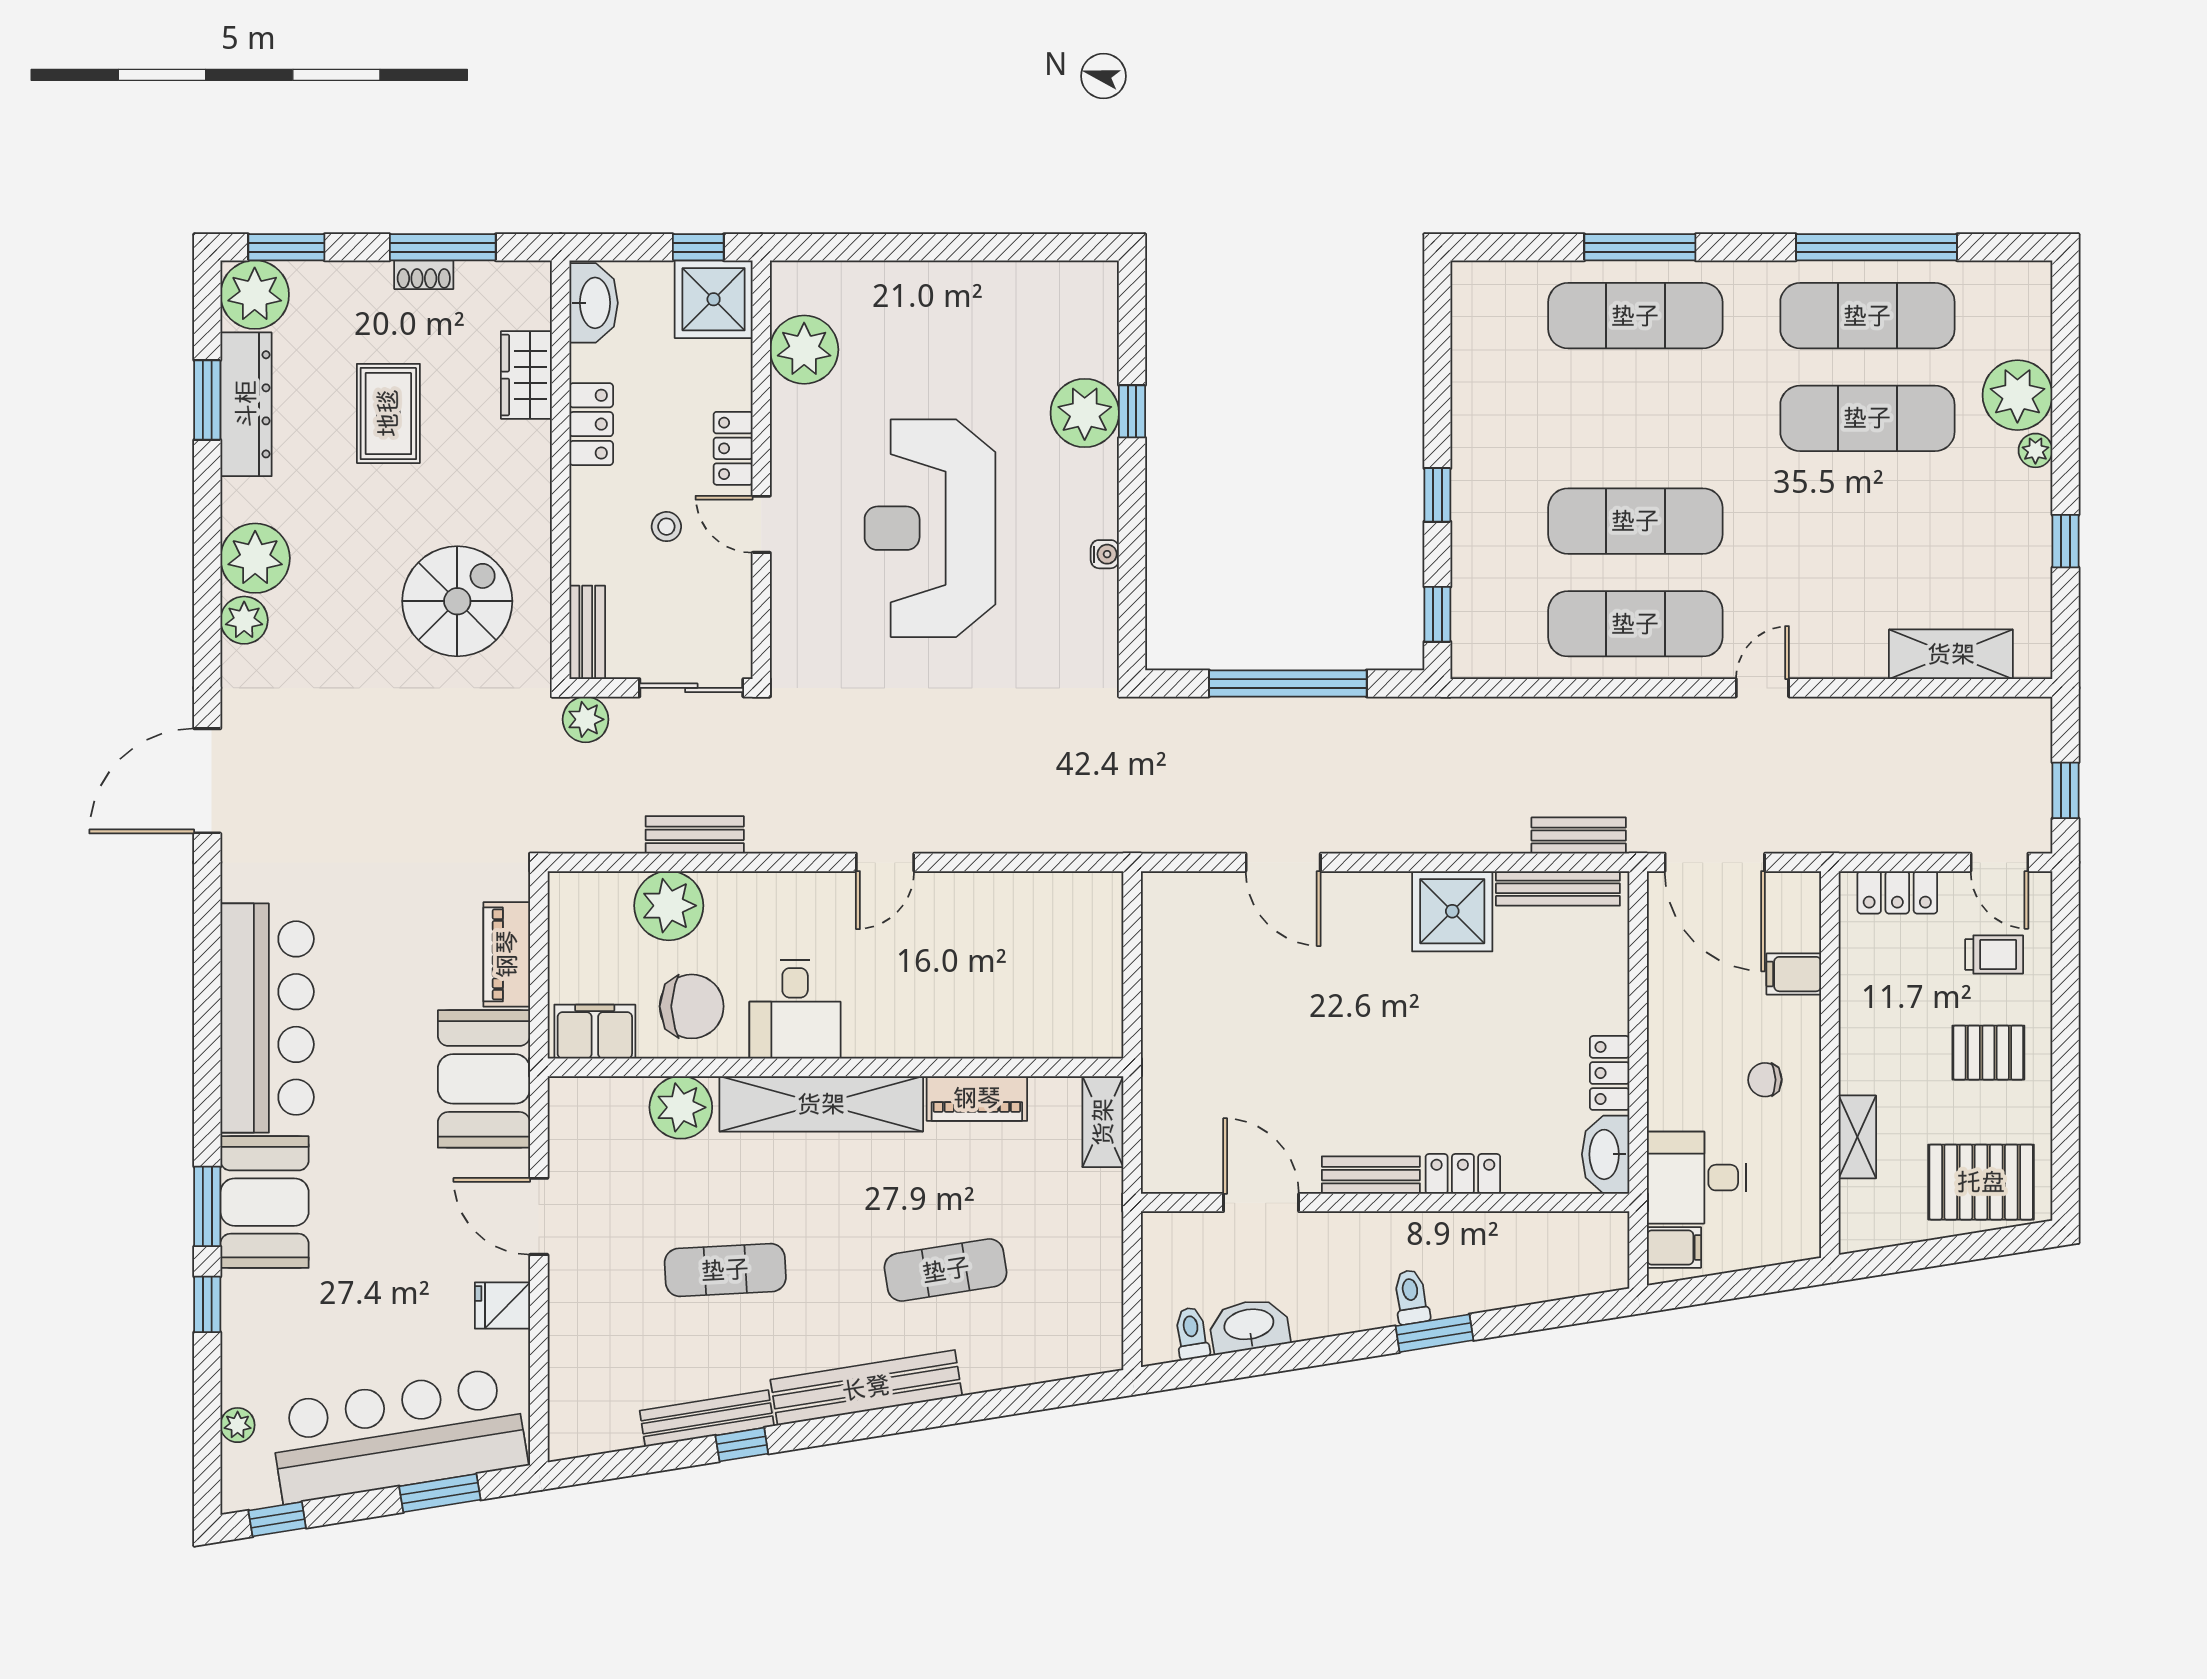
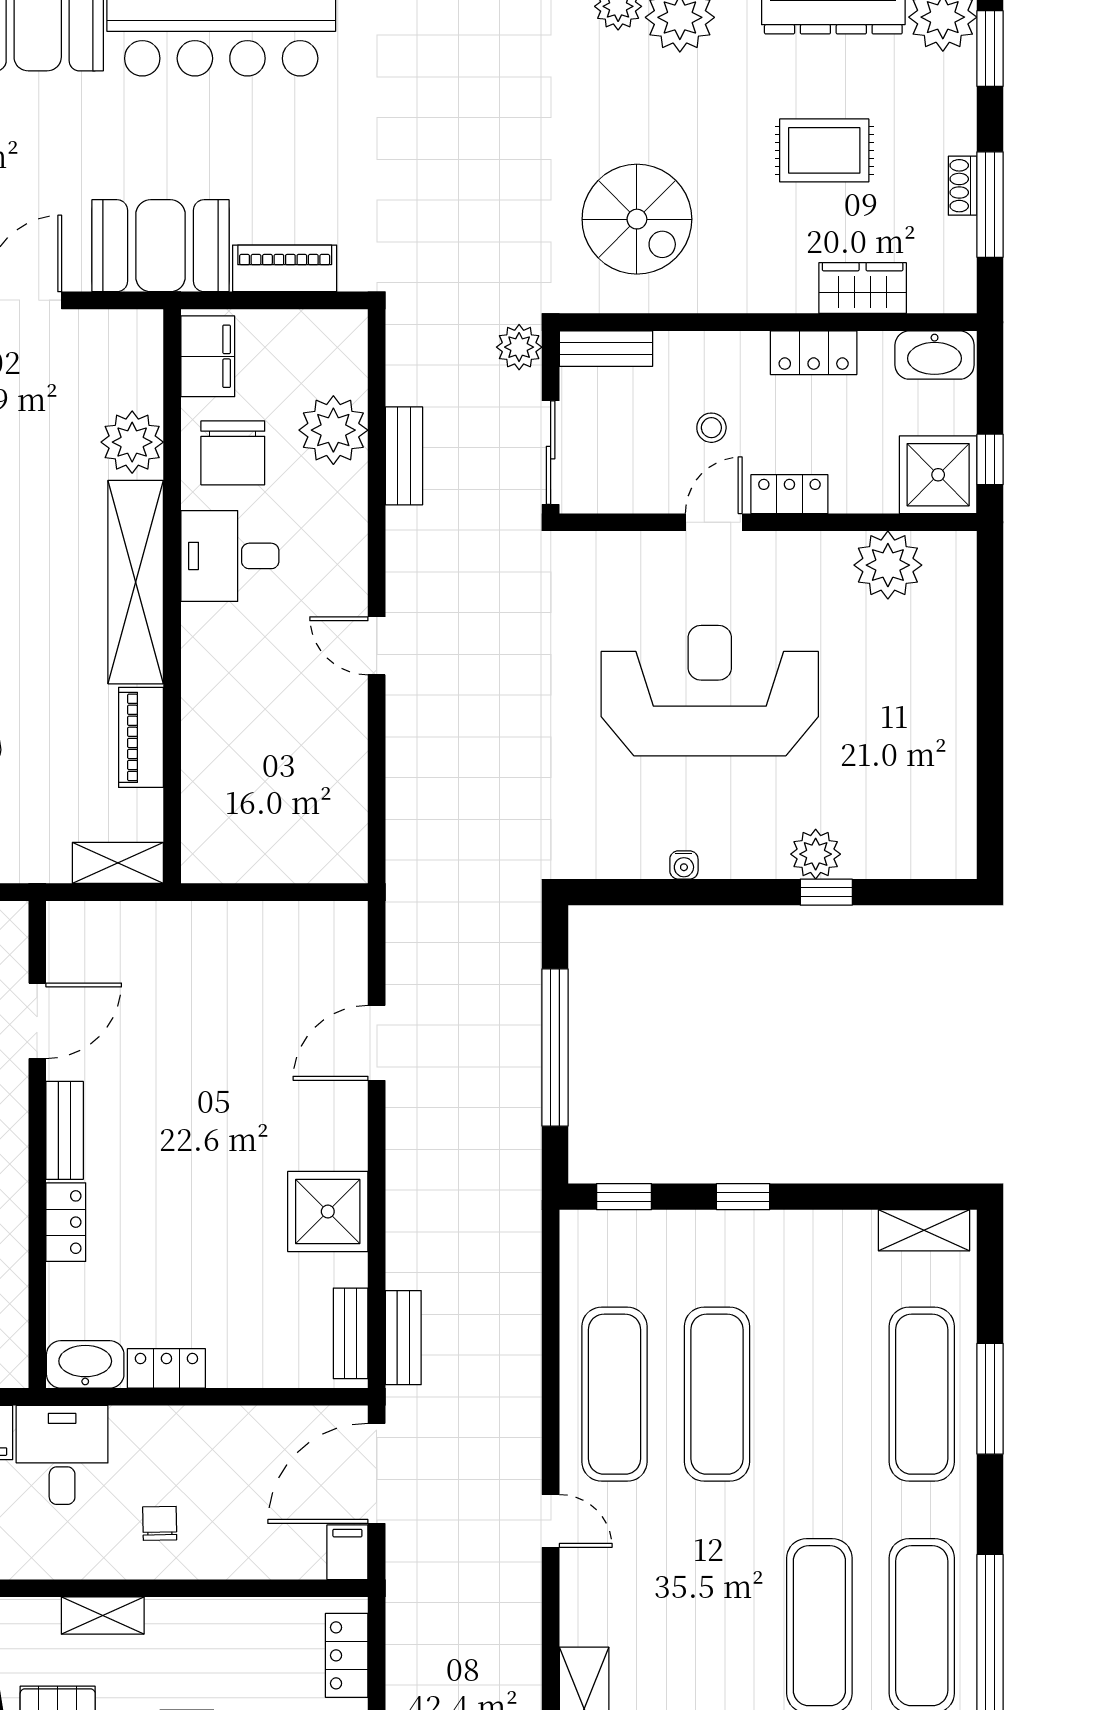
shelving: (1471, 313) -> (924, 1230), added
plant: (1085, 413) -> (816, 854), width x0.73, depth x0.73
bench: (1558, 888) -> (351, 1333), width x0.73
filing cabinet: (1794, 974) -> (347, 1552), moved

